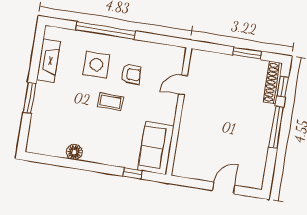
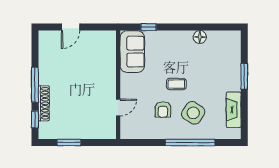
side table: (96, 65) -> (193, 113), turned 33
armchair: (131, 74) -> (163, 110), turned -90
shoe rack: (273, 83) -> (44, 103), moved

